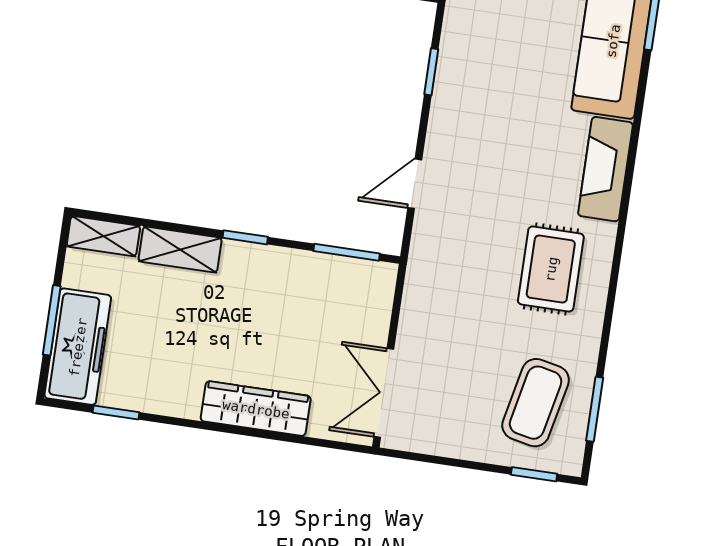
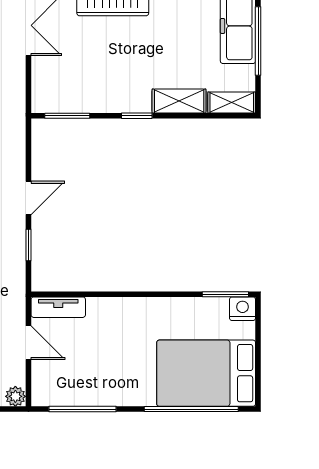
door: (415, 184) -> (28, 198), moved
window: (52, 320) -> (258, 41), width x1.44

